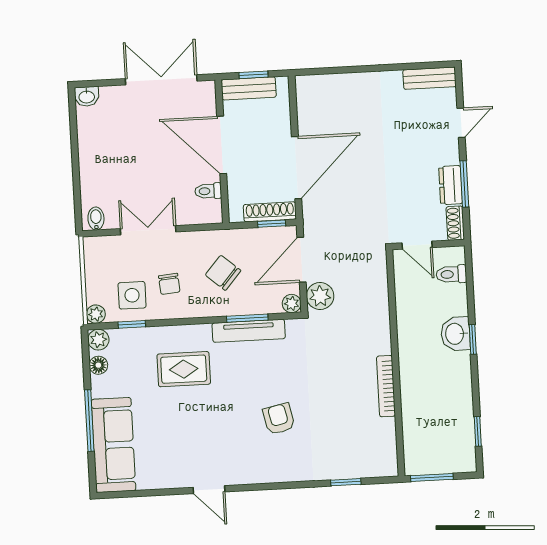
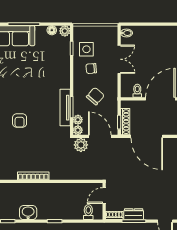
plant: (96, 314) -> (78, 120), moved
washbasin: (455, 334) -> (28, 213), moved
rug: (184, 369) -> (47, 73), removed
armchair: (279, 419) -> (20, 120), turned 102

